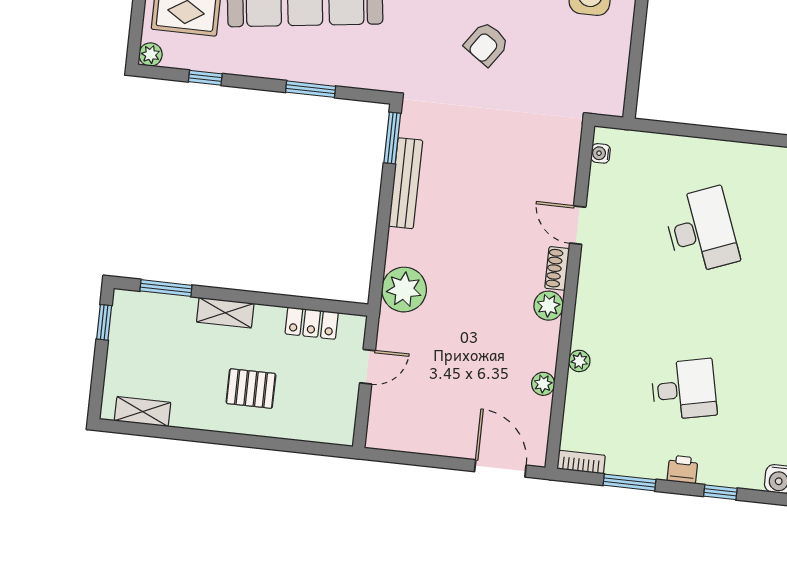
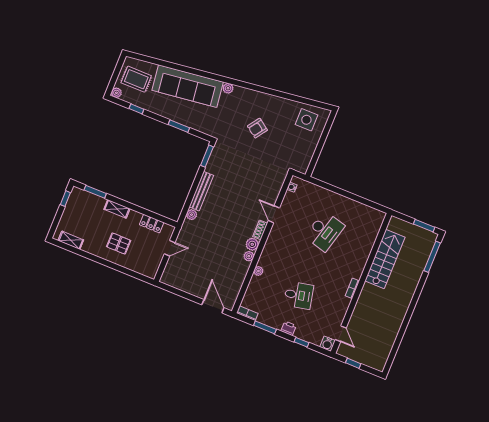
bench: (406, 183) -> (201, 191), moved
desk: (701, 231) -> (325, 231), turned 36
plant: (404, 290) -> (192, 215), width x0.53, depth x0.53
plant: (543, 384) -> (249, 256), moved

